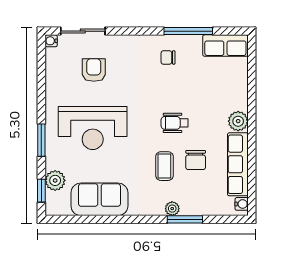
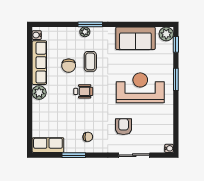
sliding door: (83, 31) -> (134, 155), moved
window: (188, 31) -> (74, 155), width x0.69
armchair: (94, 70) -> (124, 127), moved, turned 180
chair: (196, 160) -> (69, 66), turned 180
plant: (55, 180) -> (166, 34), moved
window: (185, 219) -> (90, 24), moved

